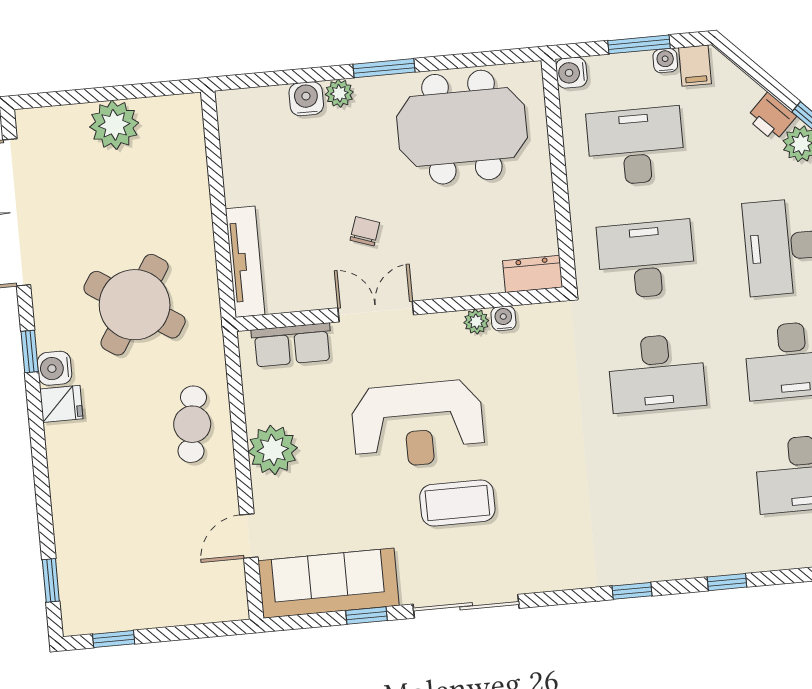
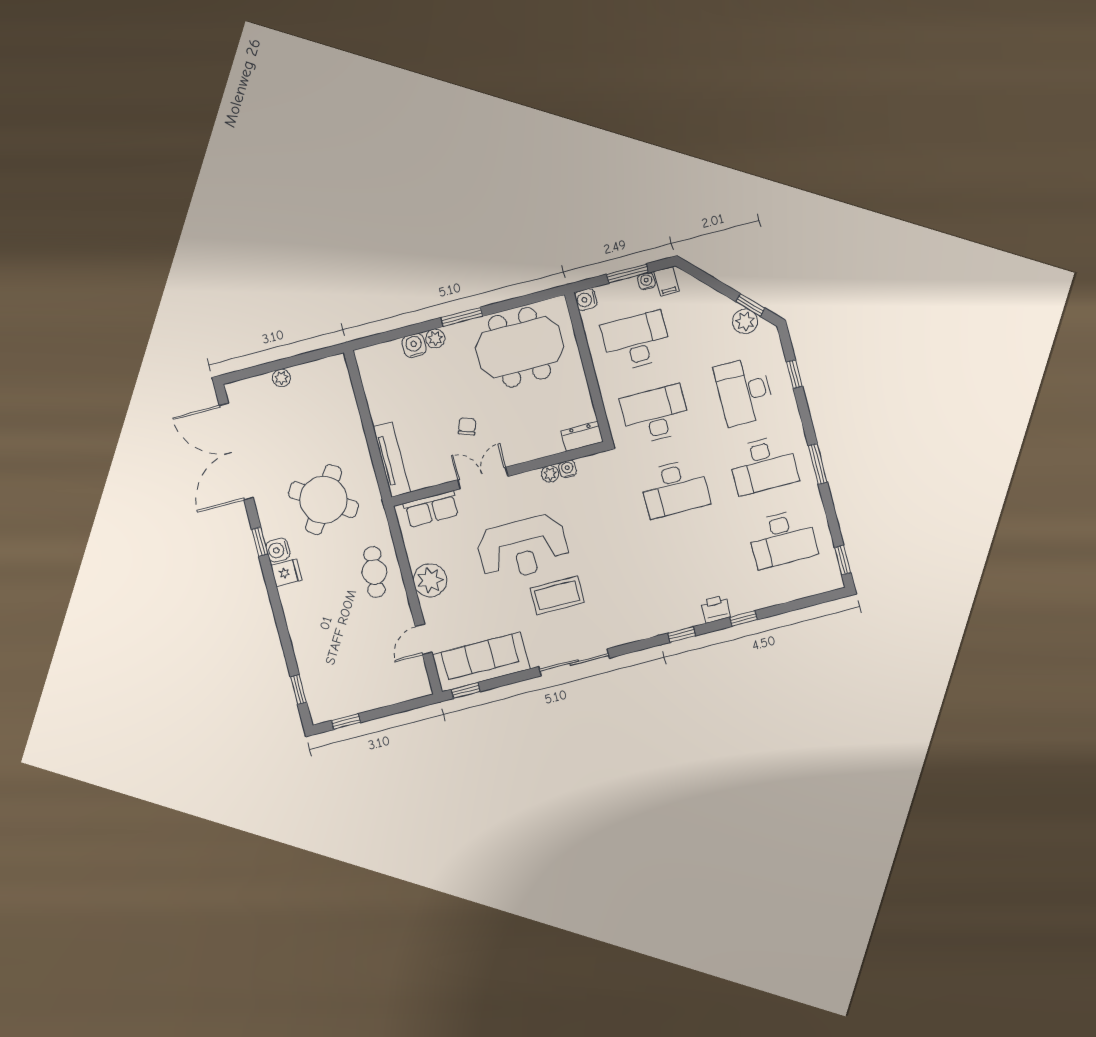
printer: (771, 117) -> (716, 609), moved, turned 135
plant: (114, 125) -> (281, 378), width x0.53, depth x0.53
window: (366, 616) -> (466, 690), moved

